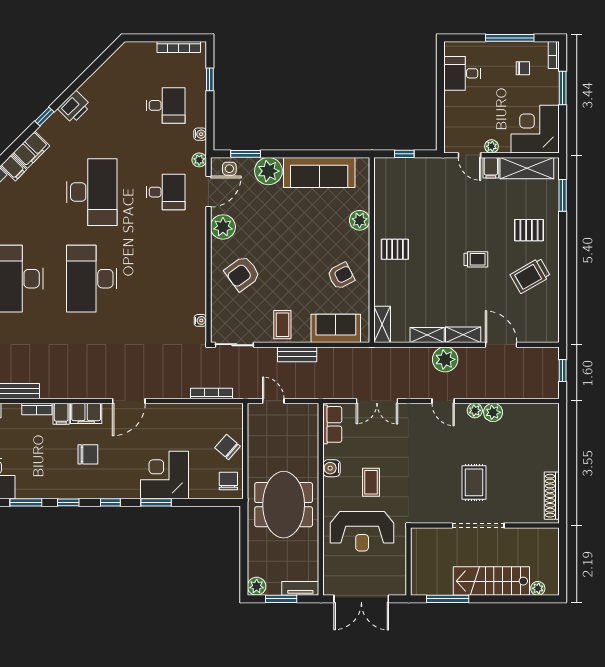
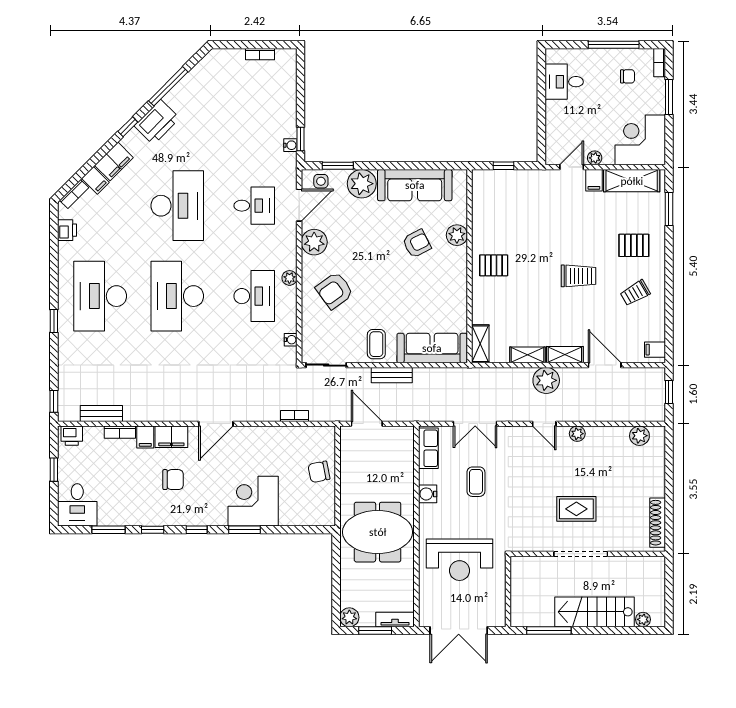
bookcase: (179, 47) -> (260, 54), width x0.64
window: (83, 78) -> (168, 86), added
window: (210, 79) -> (301, 139), moved
desk: (166, 105) -> (254, 296), moved, width x1.37
printer: (74, 107) -> (157, 122), width x1.37, depth x1.19
door: (470, 155) -> (572, 167), swing flipped
plant: (199, 160) -> (289, 278), moved
trolley: (476, 259) -> (578, 276), width x1.36, depth x1.39
armchair: (341, 276) -> (417, 244), moved
trolley: (530, 276) -> (635, 293), width x0.73, depth x0.72
sofa: (336, 328) -> (432, 348), width x1.36
filing cabinet: (549, 330) -> (655, 350), added
bookcase: (212, 393) -> (294, 416), width x0.64
door: (273, 401) -> (367, 424), width x1.37
plant: (493, 412) -> (639, 436), moved
chair: (227, 447) -> (319, 472), turned -52
chair: (228, 481) -> (320, 507), removed
coffee table: (371, 482) -> (476, 482), moved
rug: (474, 482) -> (576, 509), turned 90
meeting table: (284, 505) -> (378, 532), turned 90

